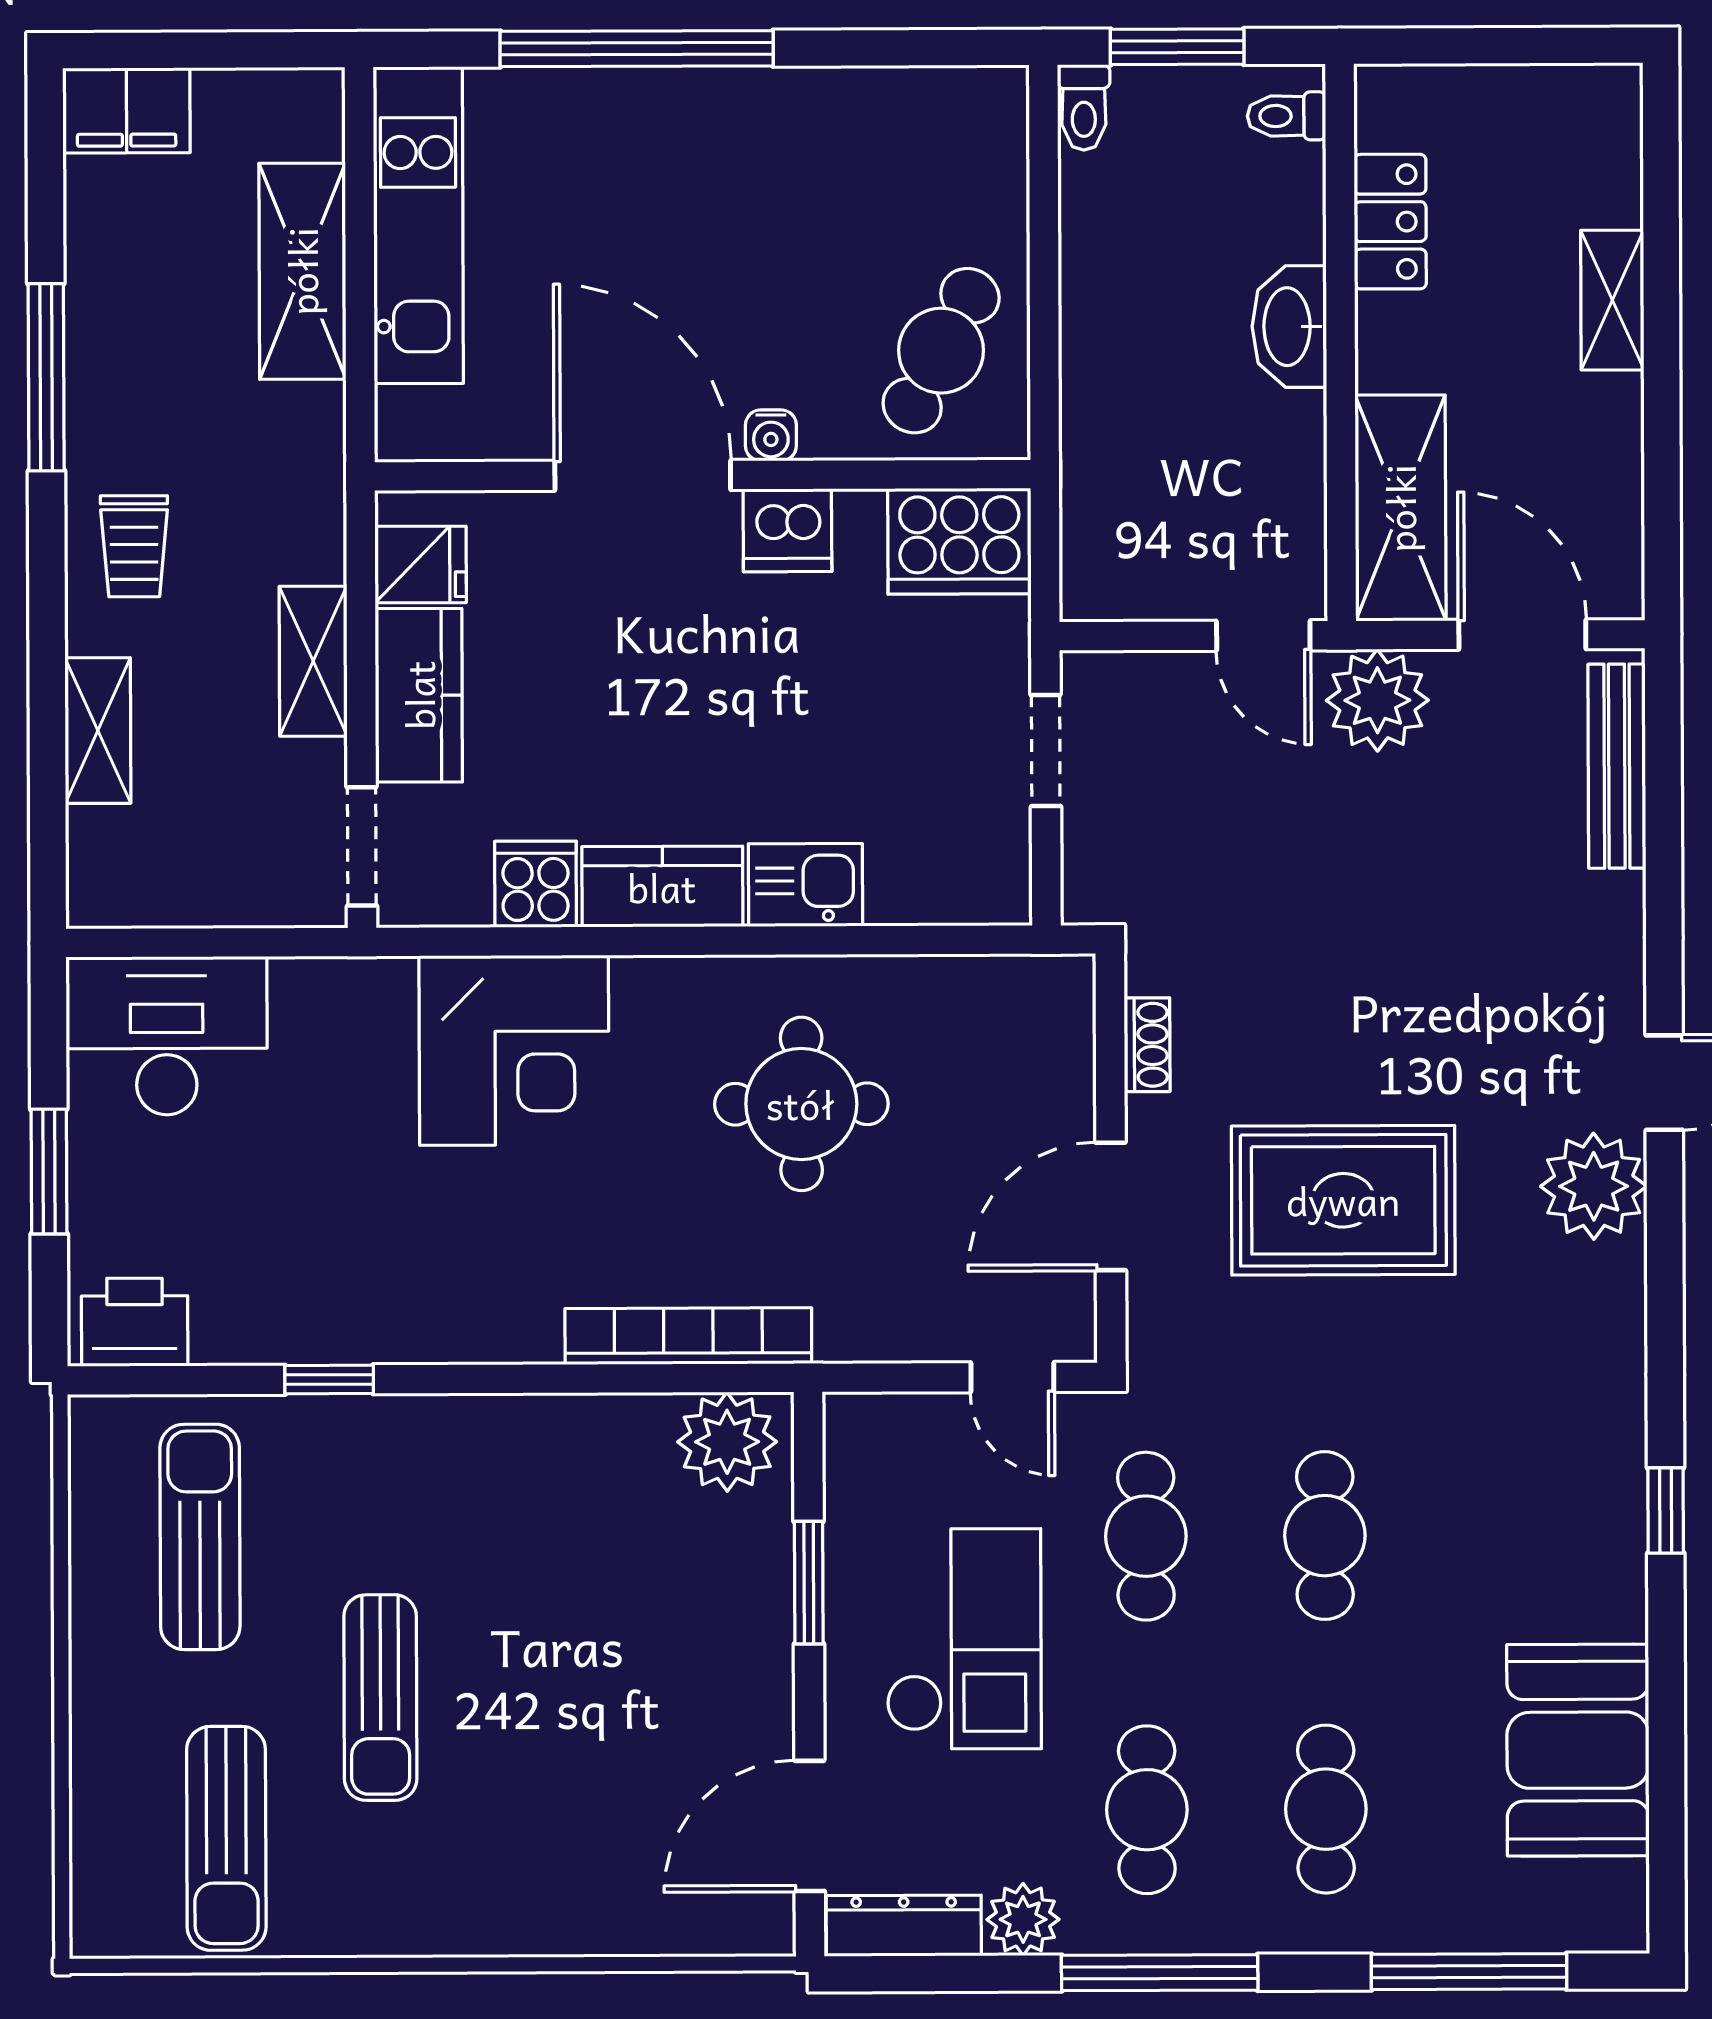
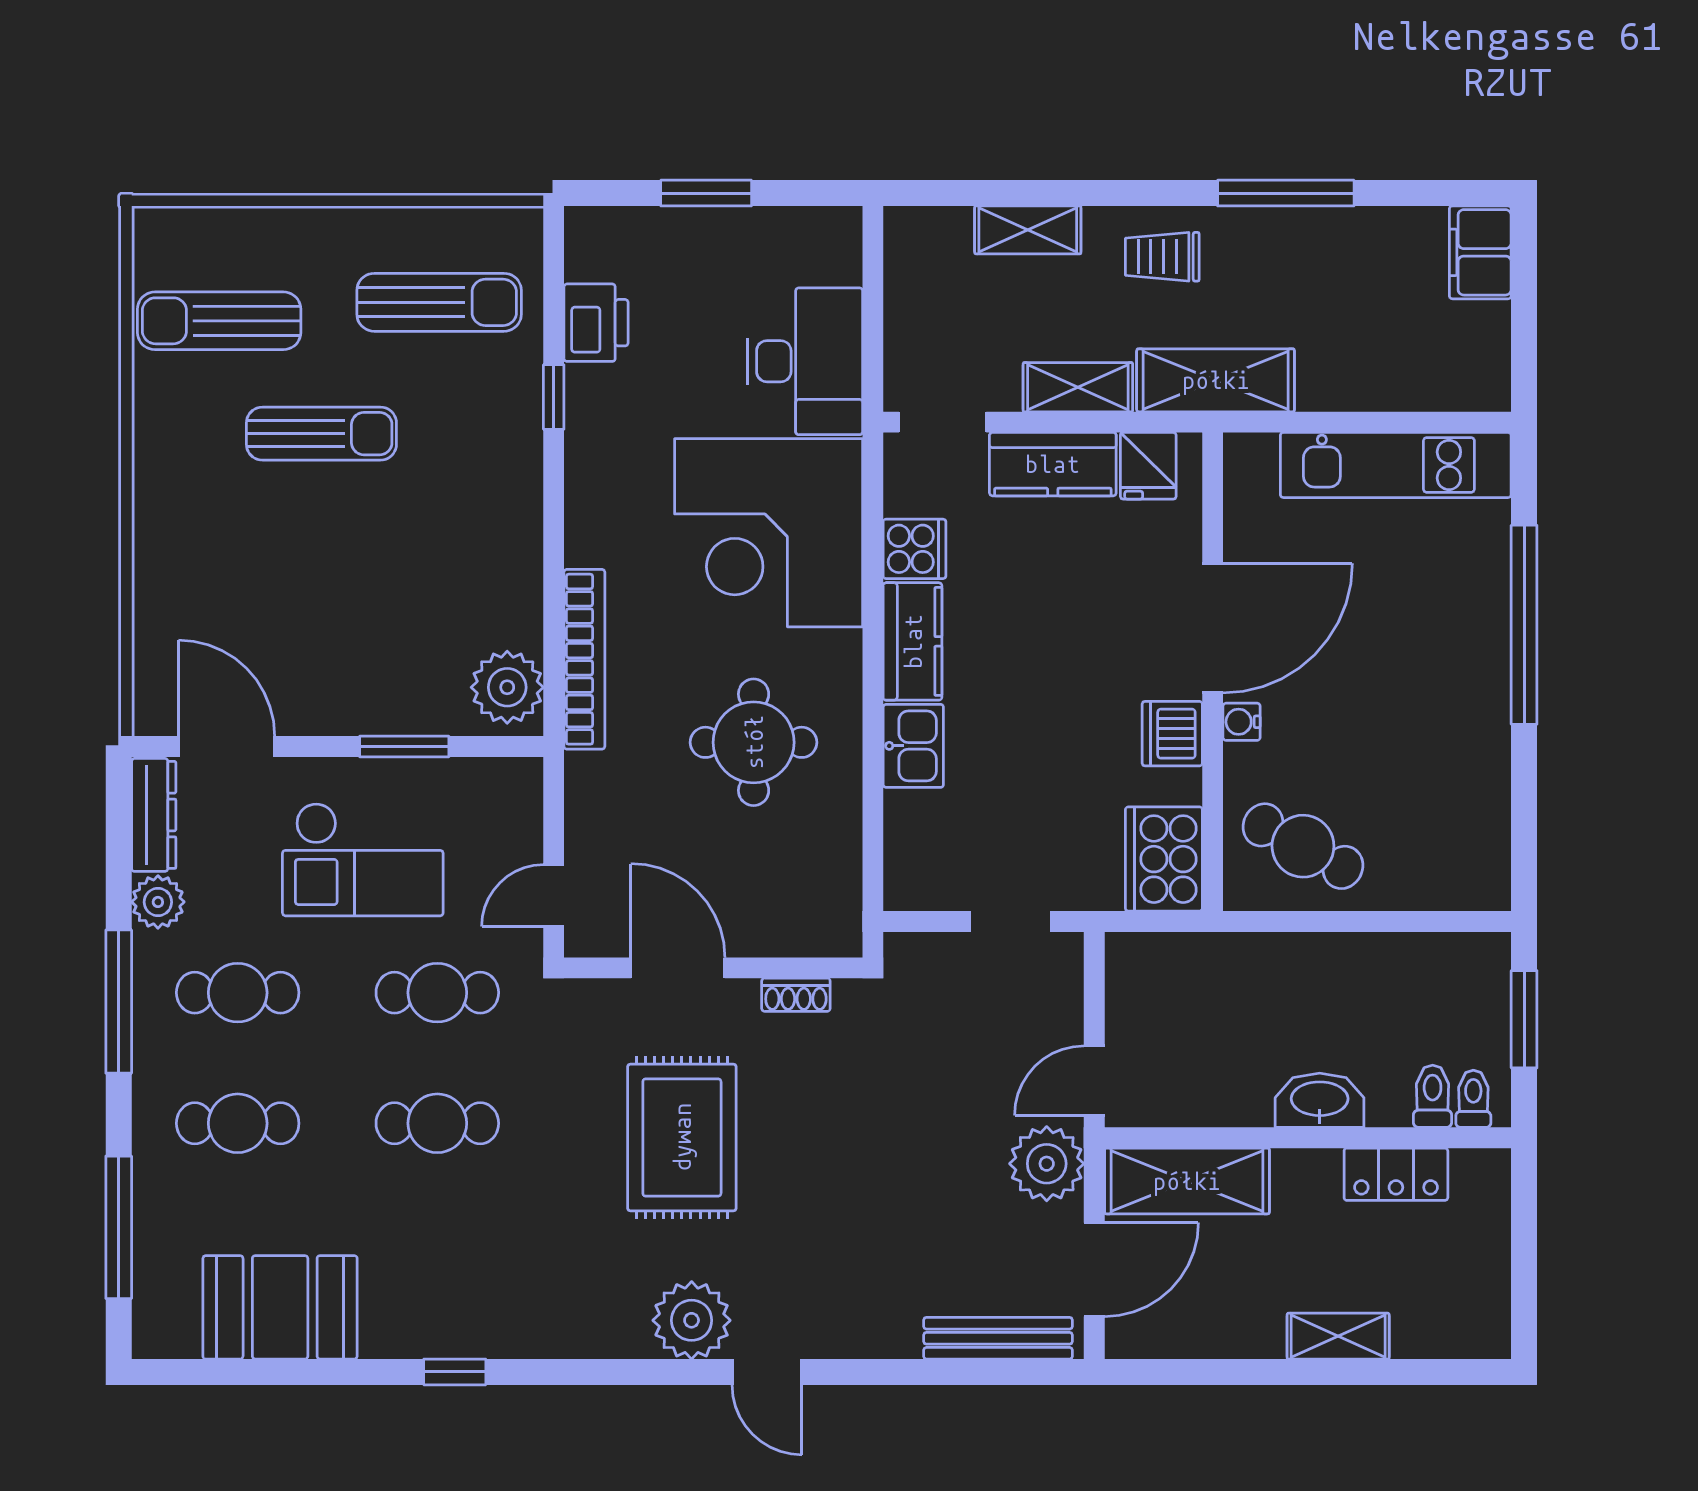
toilet: (1084, 107) -> (1433, 1096), moved, turned 90
shelving: (302, 271) -> (1216, 380), moved
desk: (167, 1036) -> (805, 361), moved
corner desk: (514, 1050) -> (769, 533), width x1.36, depth x1.36
printer: (135, 1322) -> (596, 323), moved
sun lounger: (380, 1698) -> (321, 434), turned 180

